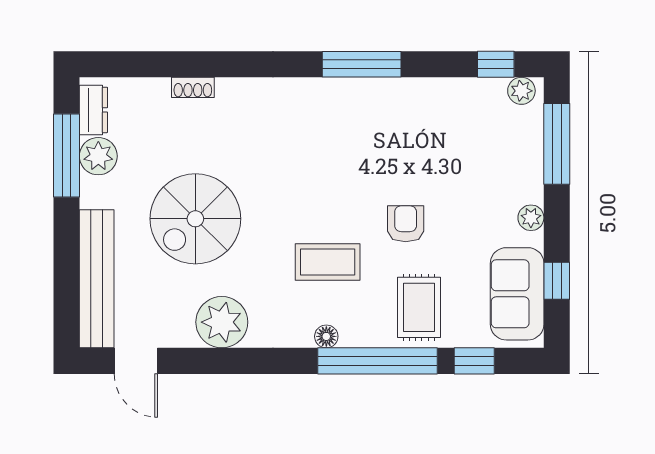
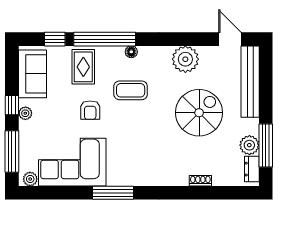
window: (496, 64) -> (44, 193), removed
corner sofa: (440, 124) -> (72, 162), added
window: (557, 281) -> (12, 105), moved

